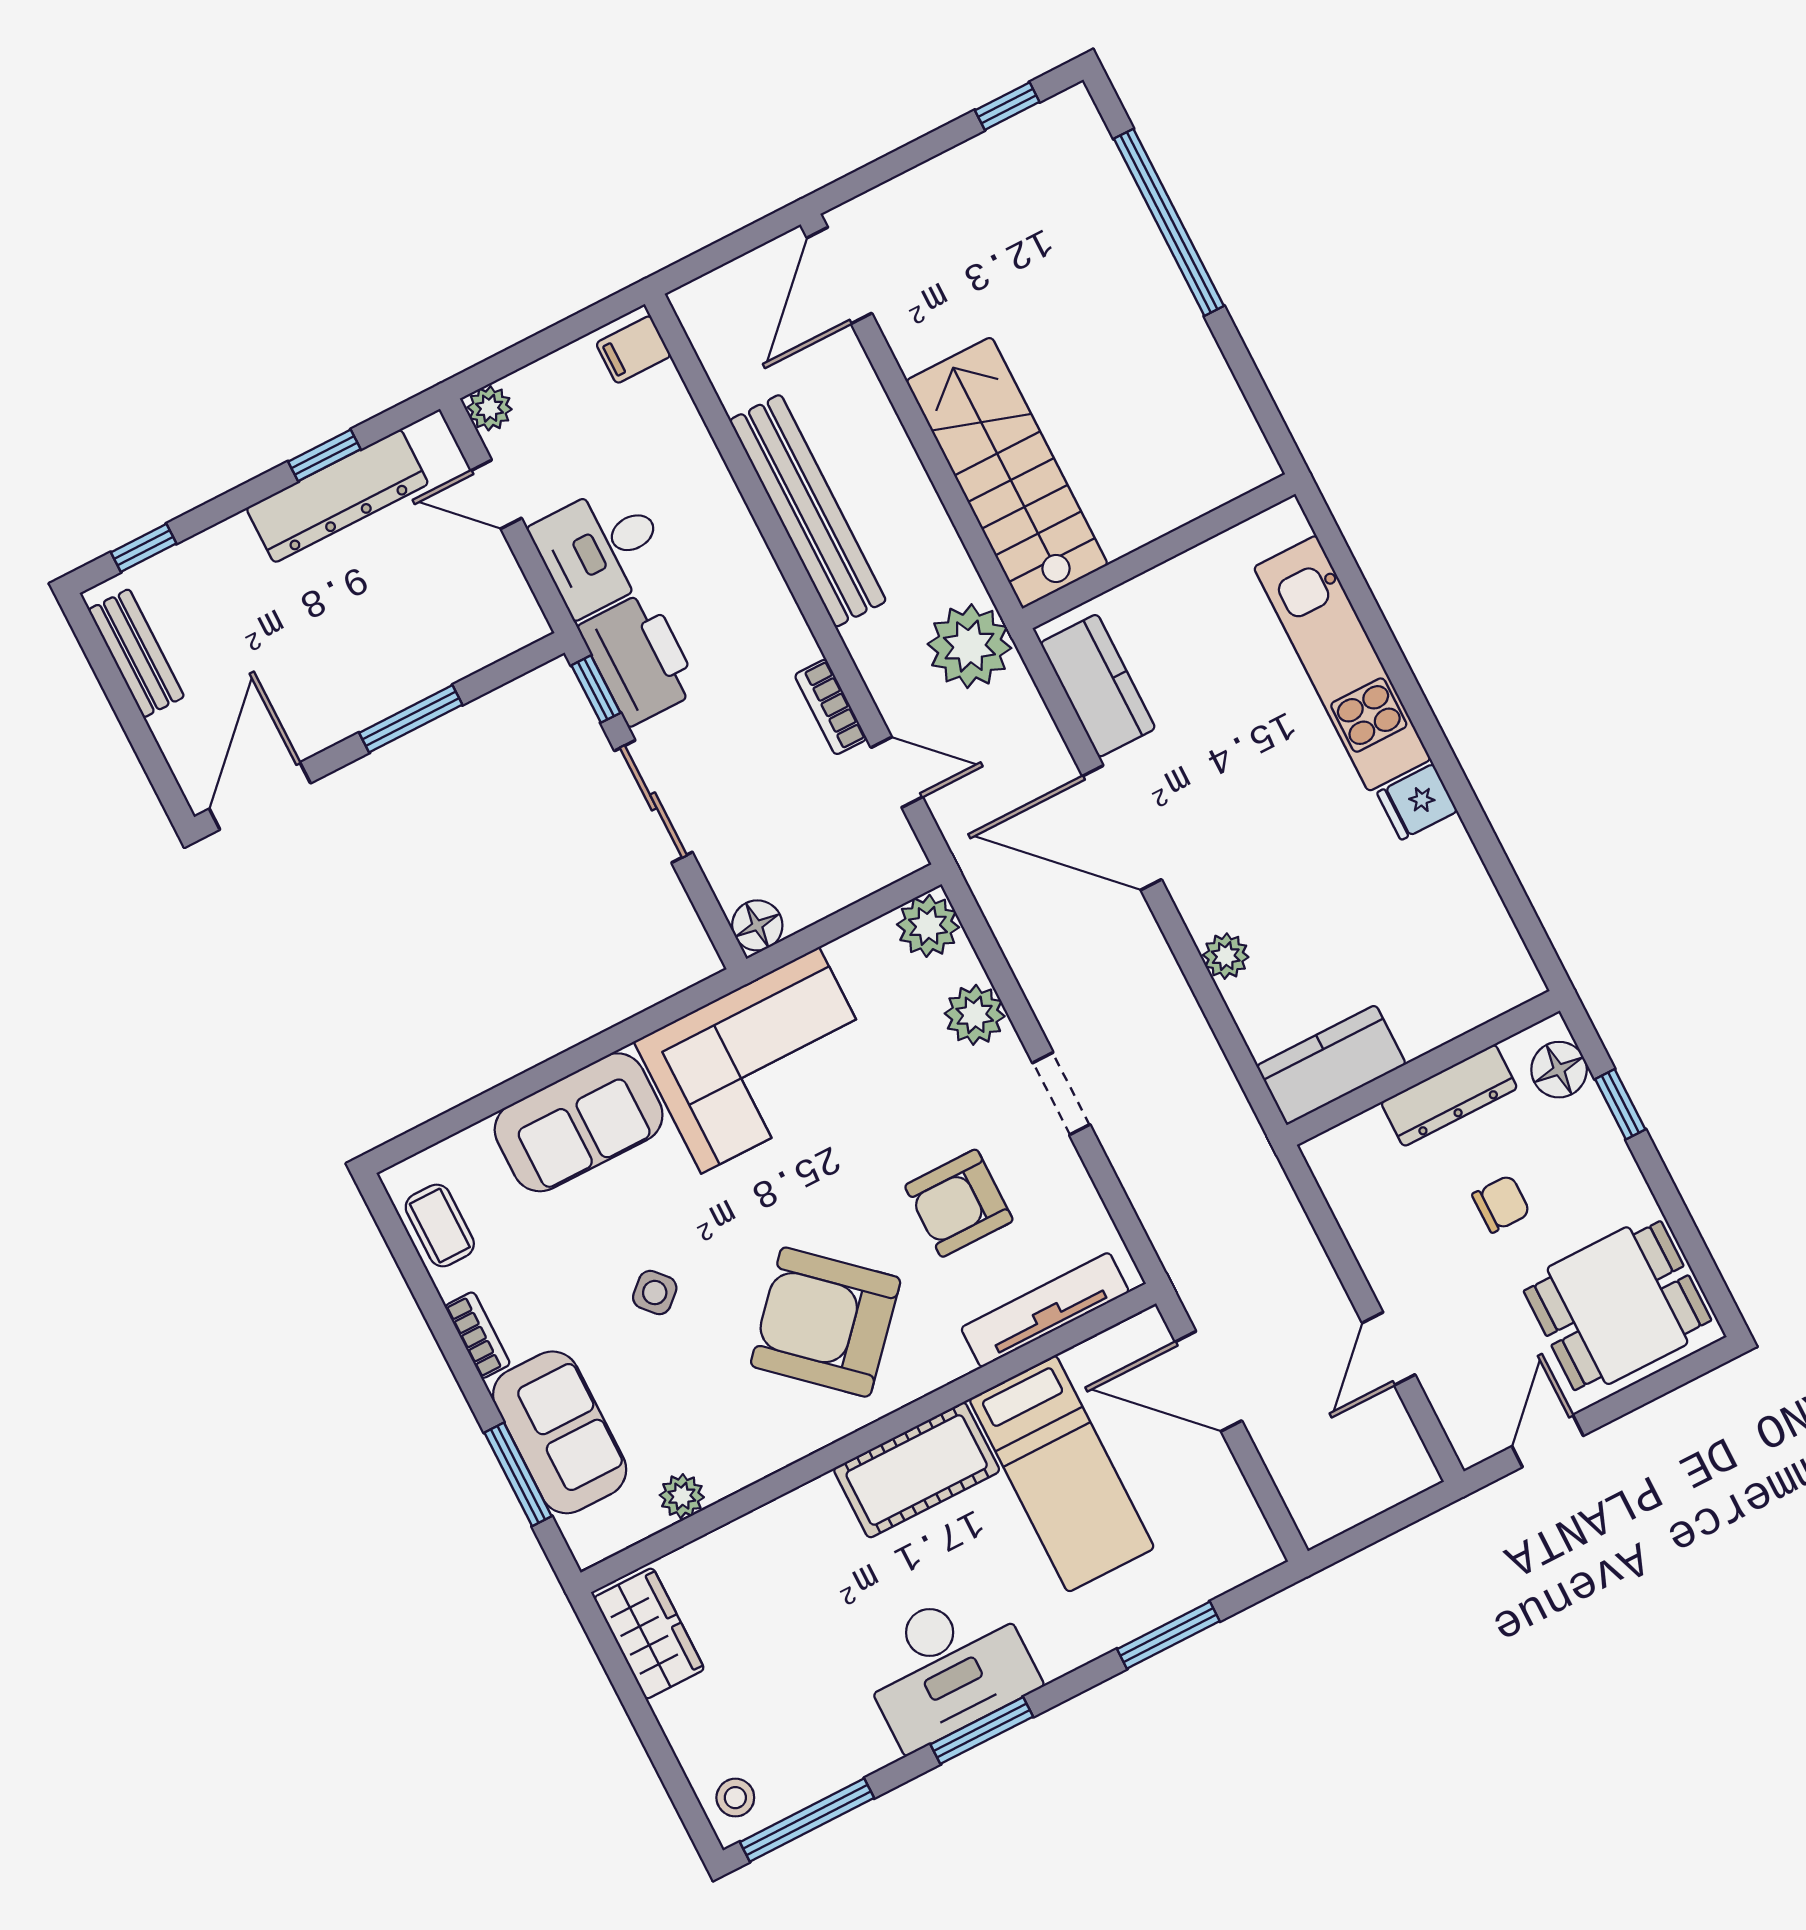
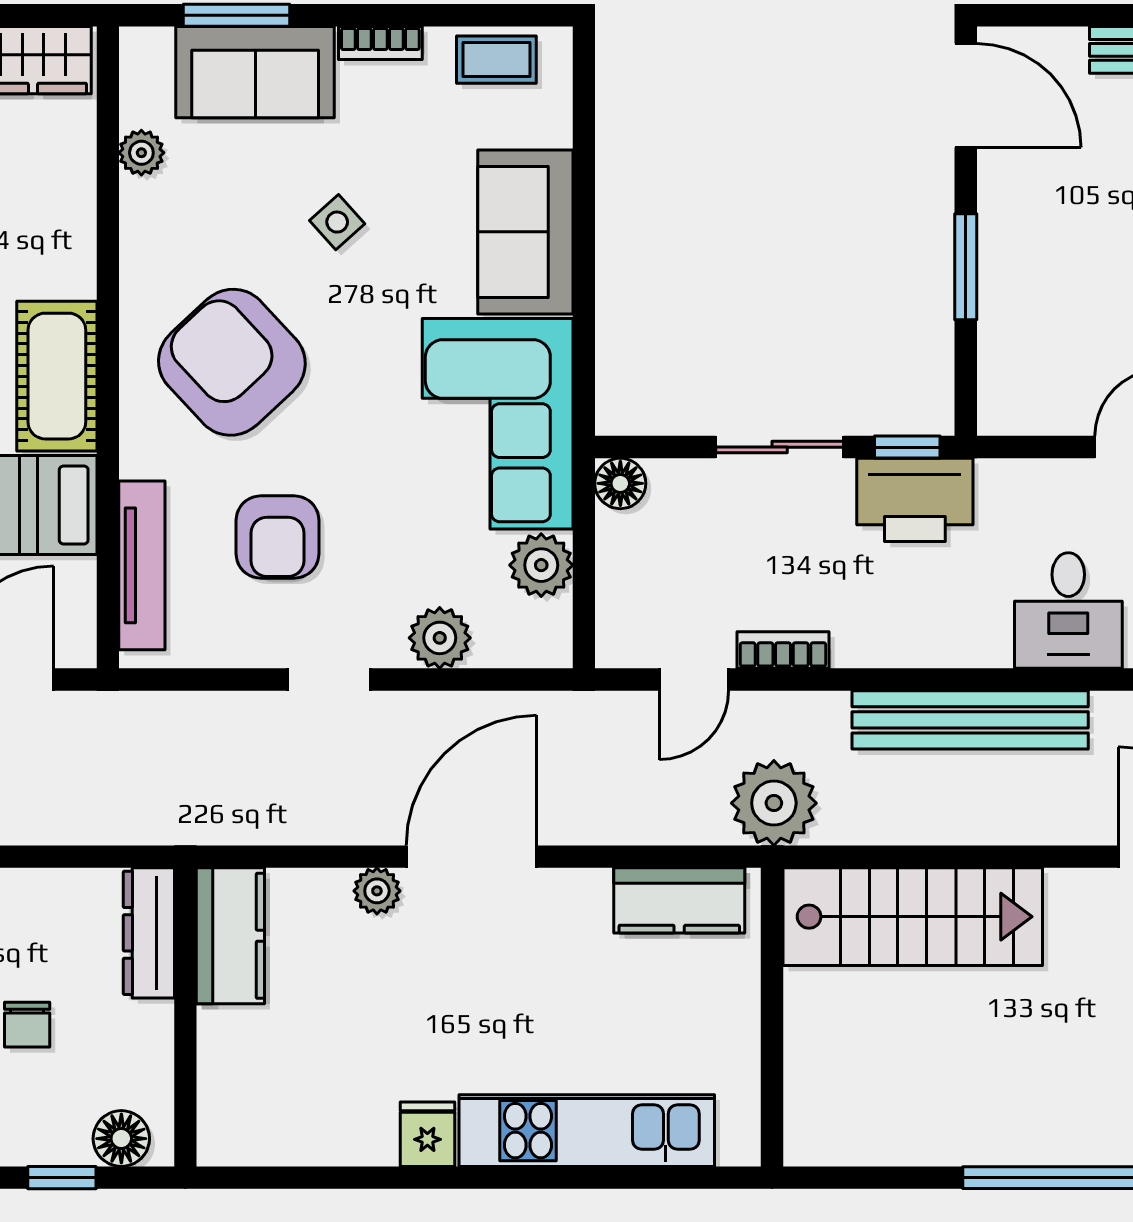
desk: (601, 549) -> (1068, 610), moved, turned 180
door: (1122, 828) -> (472, 857), moved
plant: (928, 926) -> (541, 565), moved
dresser: (1449, 1095) -> (149, 933), moved
armchair: (959, 1203) -> (277, 537), turned 180
armchair: (826, 1322) -> (232, 362), turned -85

